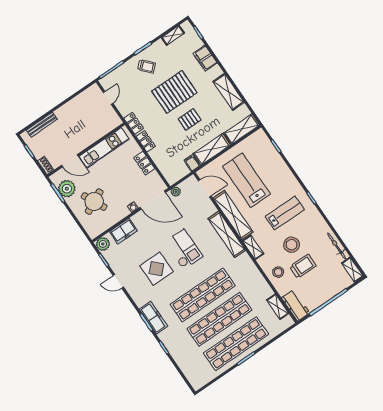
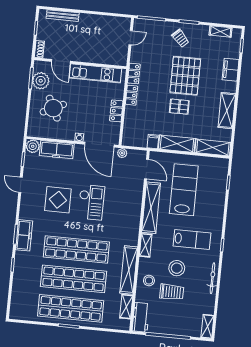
pallet: (174, 92) -> (185, 76), turned 90
freezer: (123, 231) -> (57, 150), width x1.40
shelving: (227, 234) -> (129, 270), moved
bicycle: (337, 246) -> (212, 278), moved

